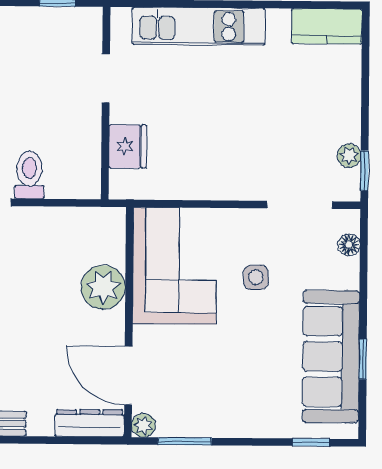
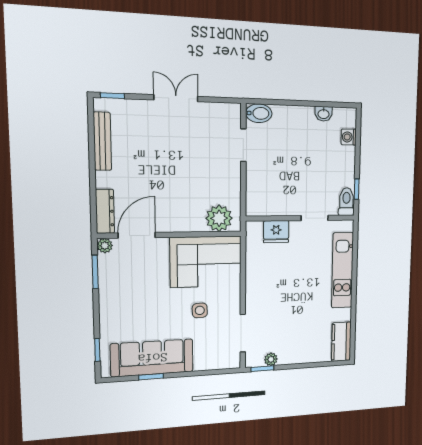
toilet: (29, 175) -> (346, 202), moved, turned -90
floor lamp: (349, 245) -> (220, 363), removed
plant: (103, 287) -> (219, 218), moved

